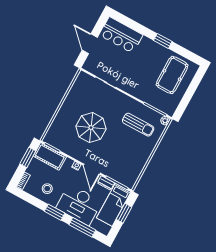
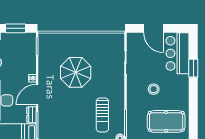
window: (163, 41) -> (193, 68), moved
door: (90, 44) -> (153, 28), swing flipped
stool: (140, 71) -> (154, 89), added
cot: (50, 156) -> (28, 48), removed

